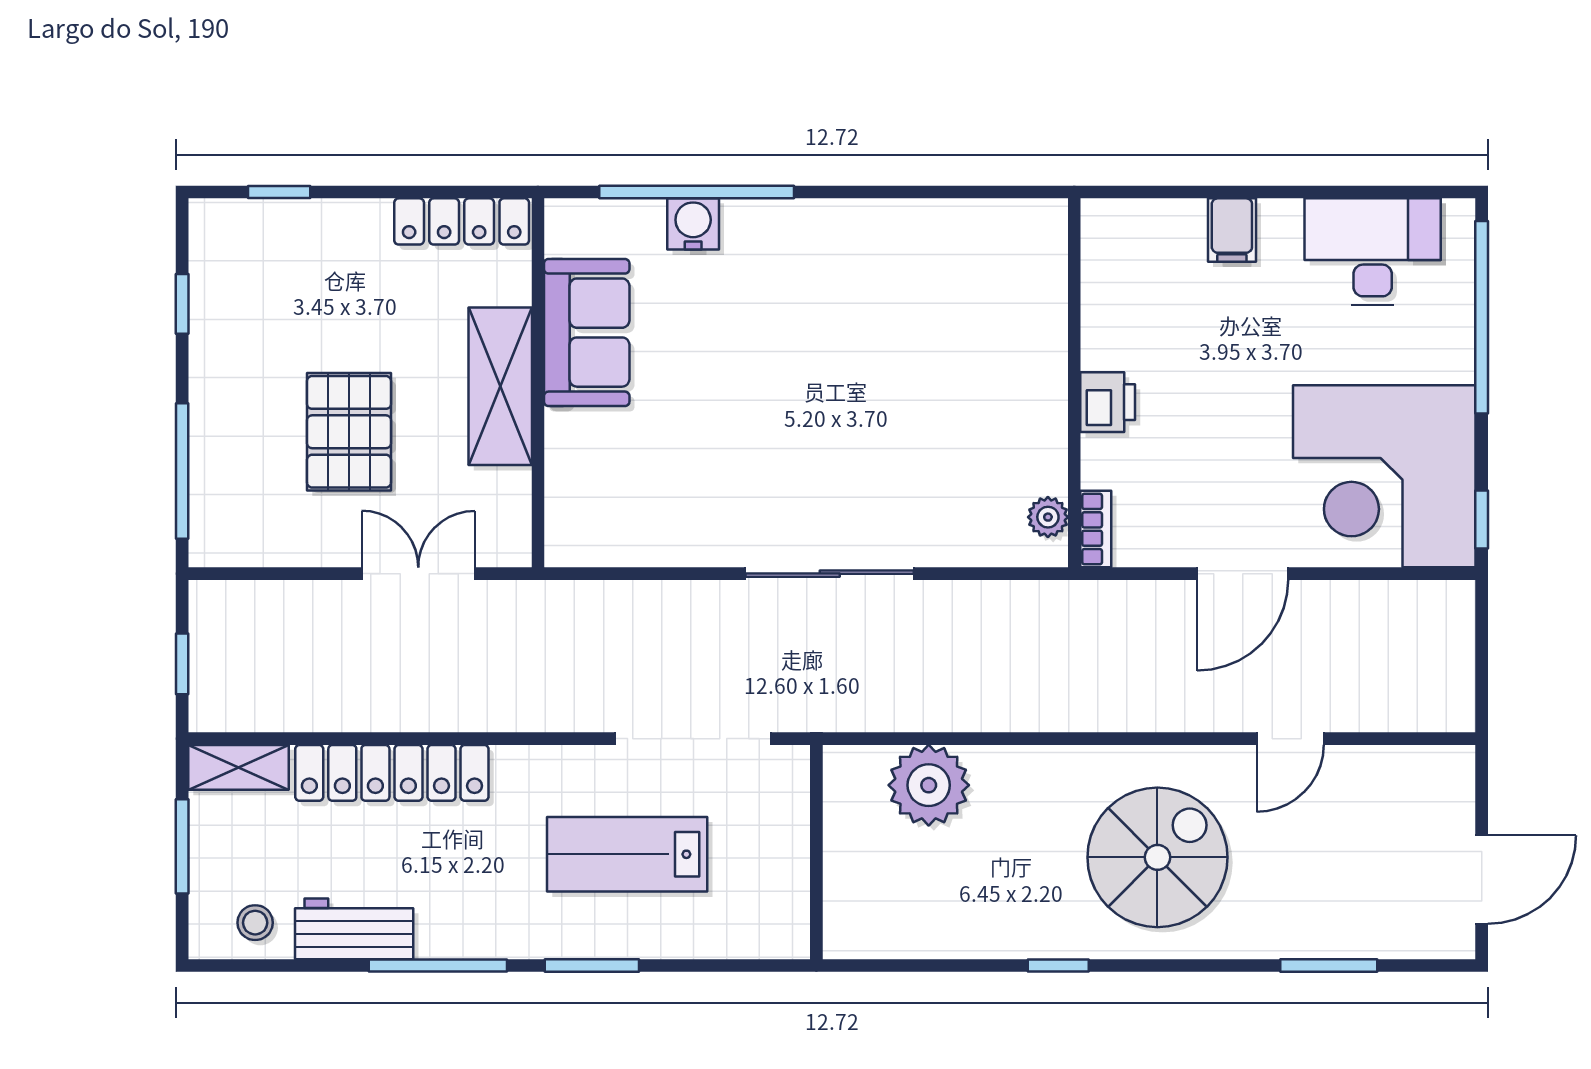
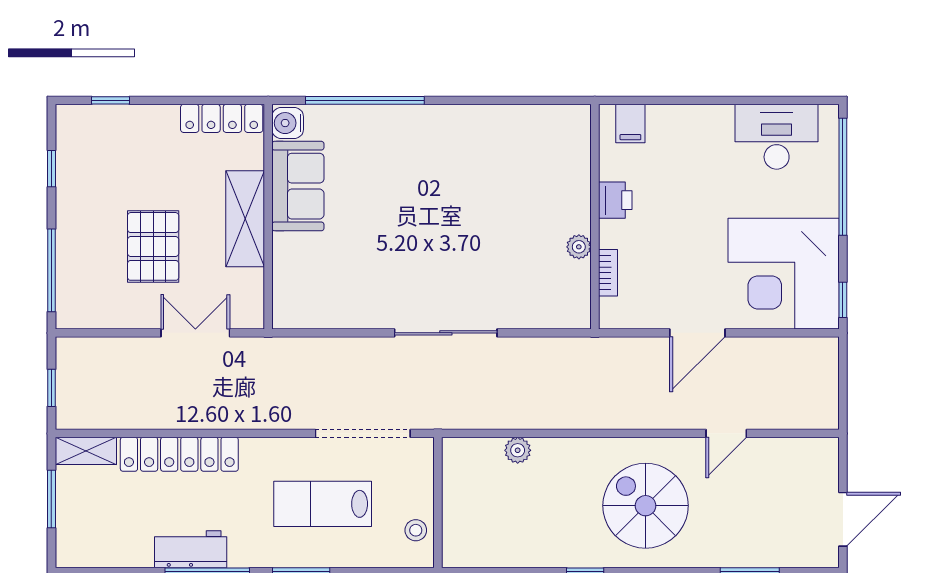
water cooler: (693, 224) -> (288, 123), moved, turned -90
filing cabinet: (1232, 230) -> (630, 124), moved
printer: (1108, 402) -> (615, 200), moved
plant: (1048, 517) -> (579, 247), moved
bookcase: (1096, 529) -> (608, 273), moved
plant: (929, 785) -> (518, 450), width x0.53, depth x0.53
spiral stairs: (1157, 857) -> (646, 506), turned -90
stool: (255, 923) -> (416, 530), moved
workbench: (354, 929) -> (191, 549), moved

